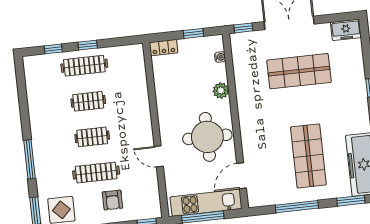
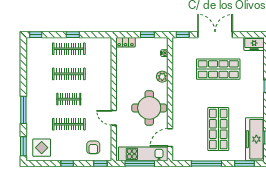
window: (53, 49) -> (36, 35), moved
clothes rail: (88, 101) -> (69, 74), width x1.36
armchair: (112, 200) -> (93, 147), moved

